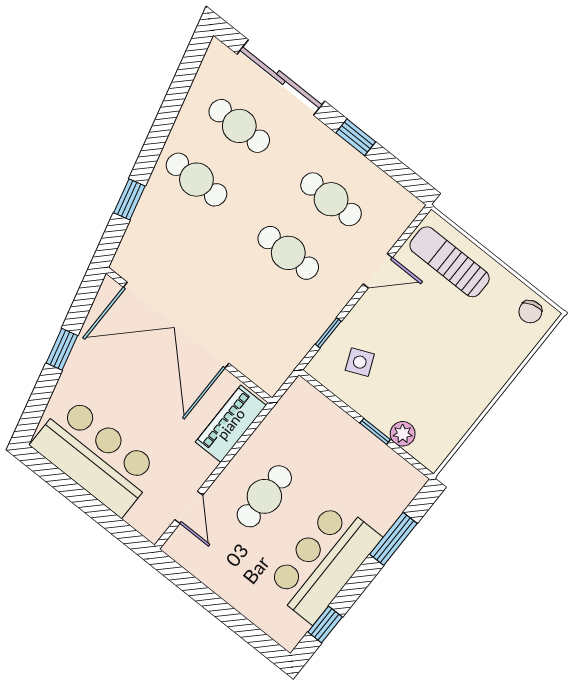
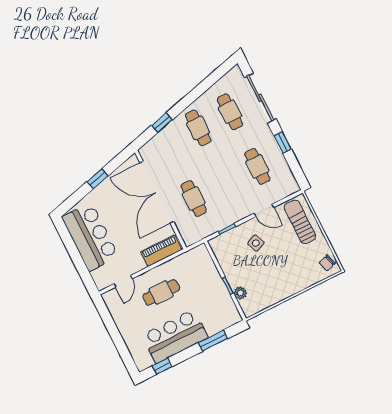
cafe table: (288, 253) -> (194, 199), moved
side table: (360, 362) -> (256, 243), moved

